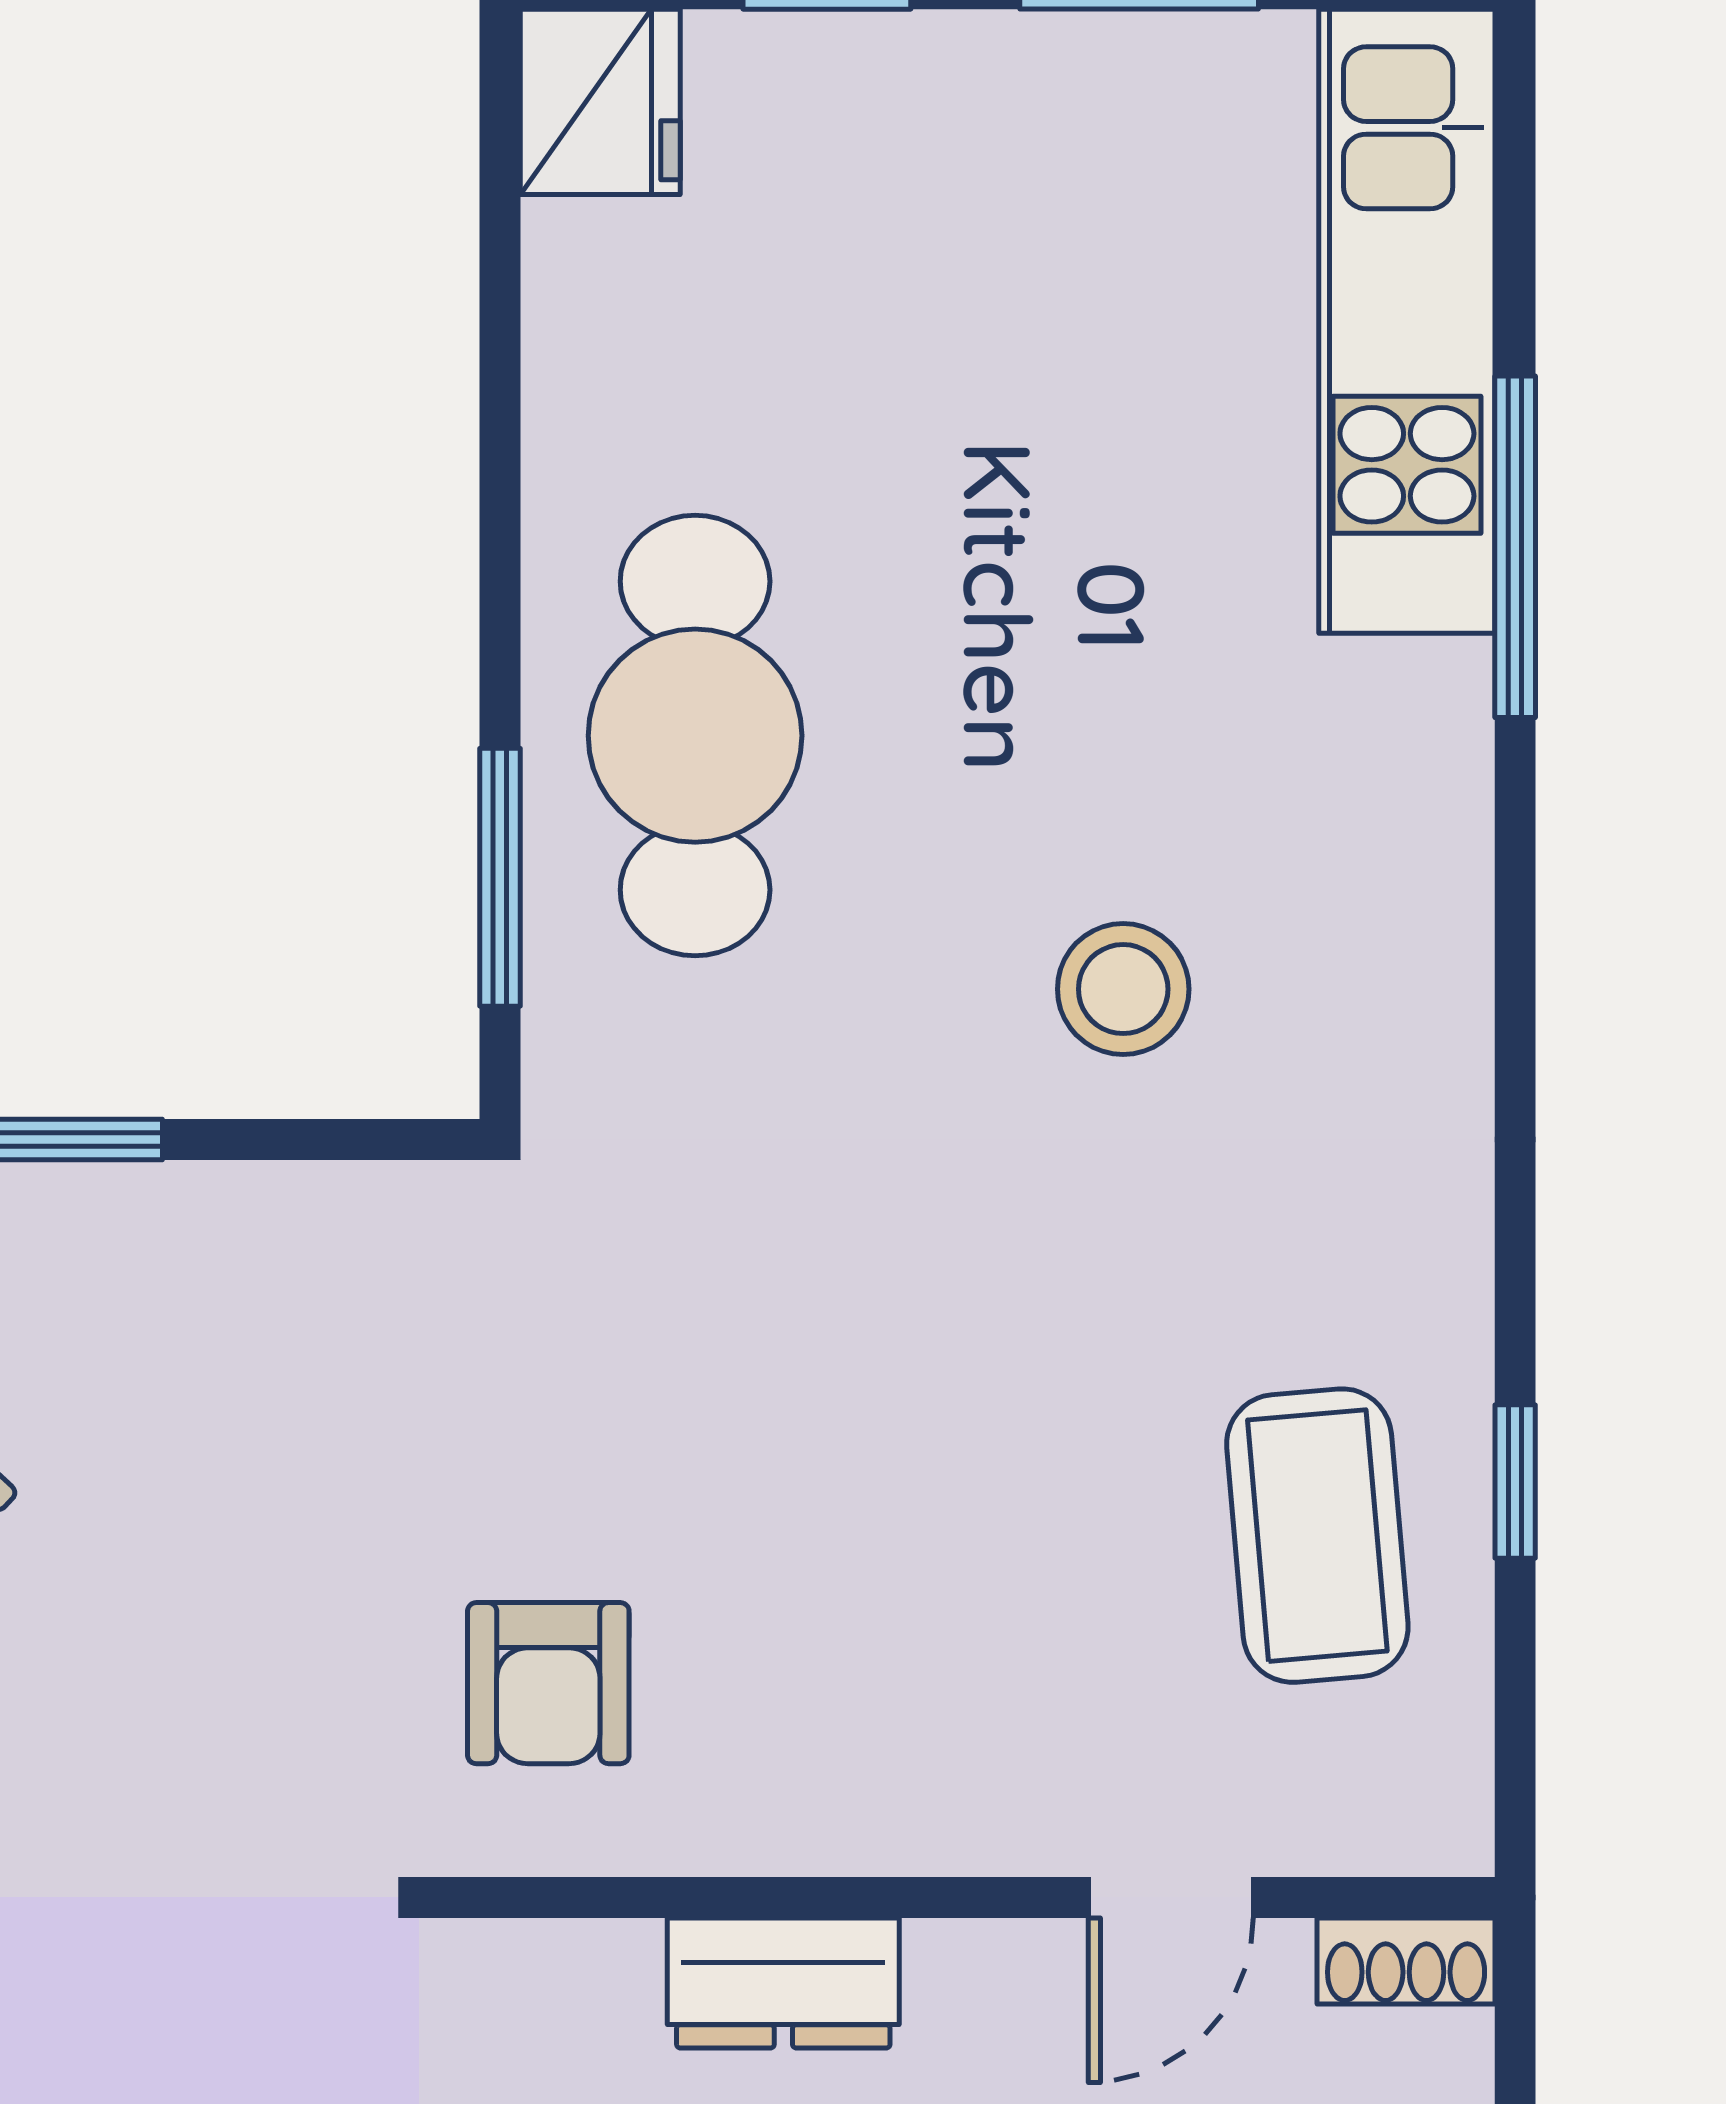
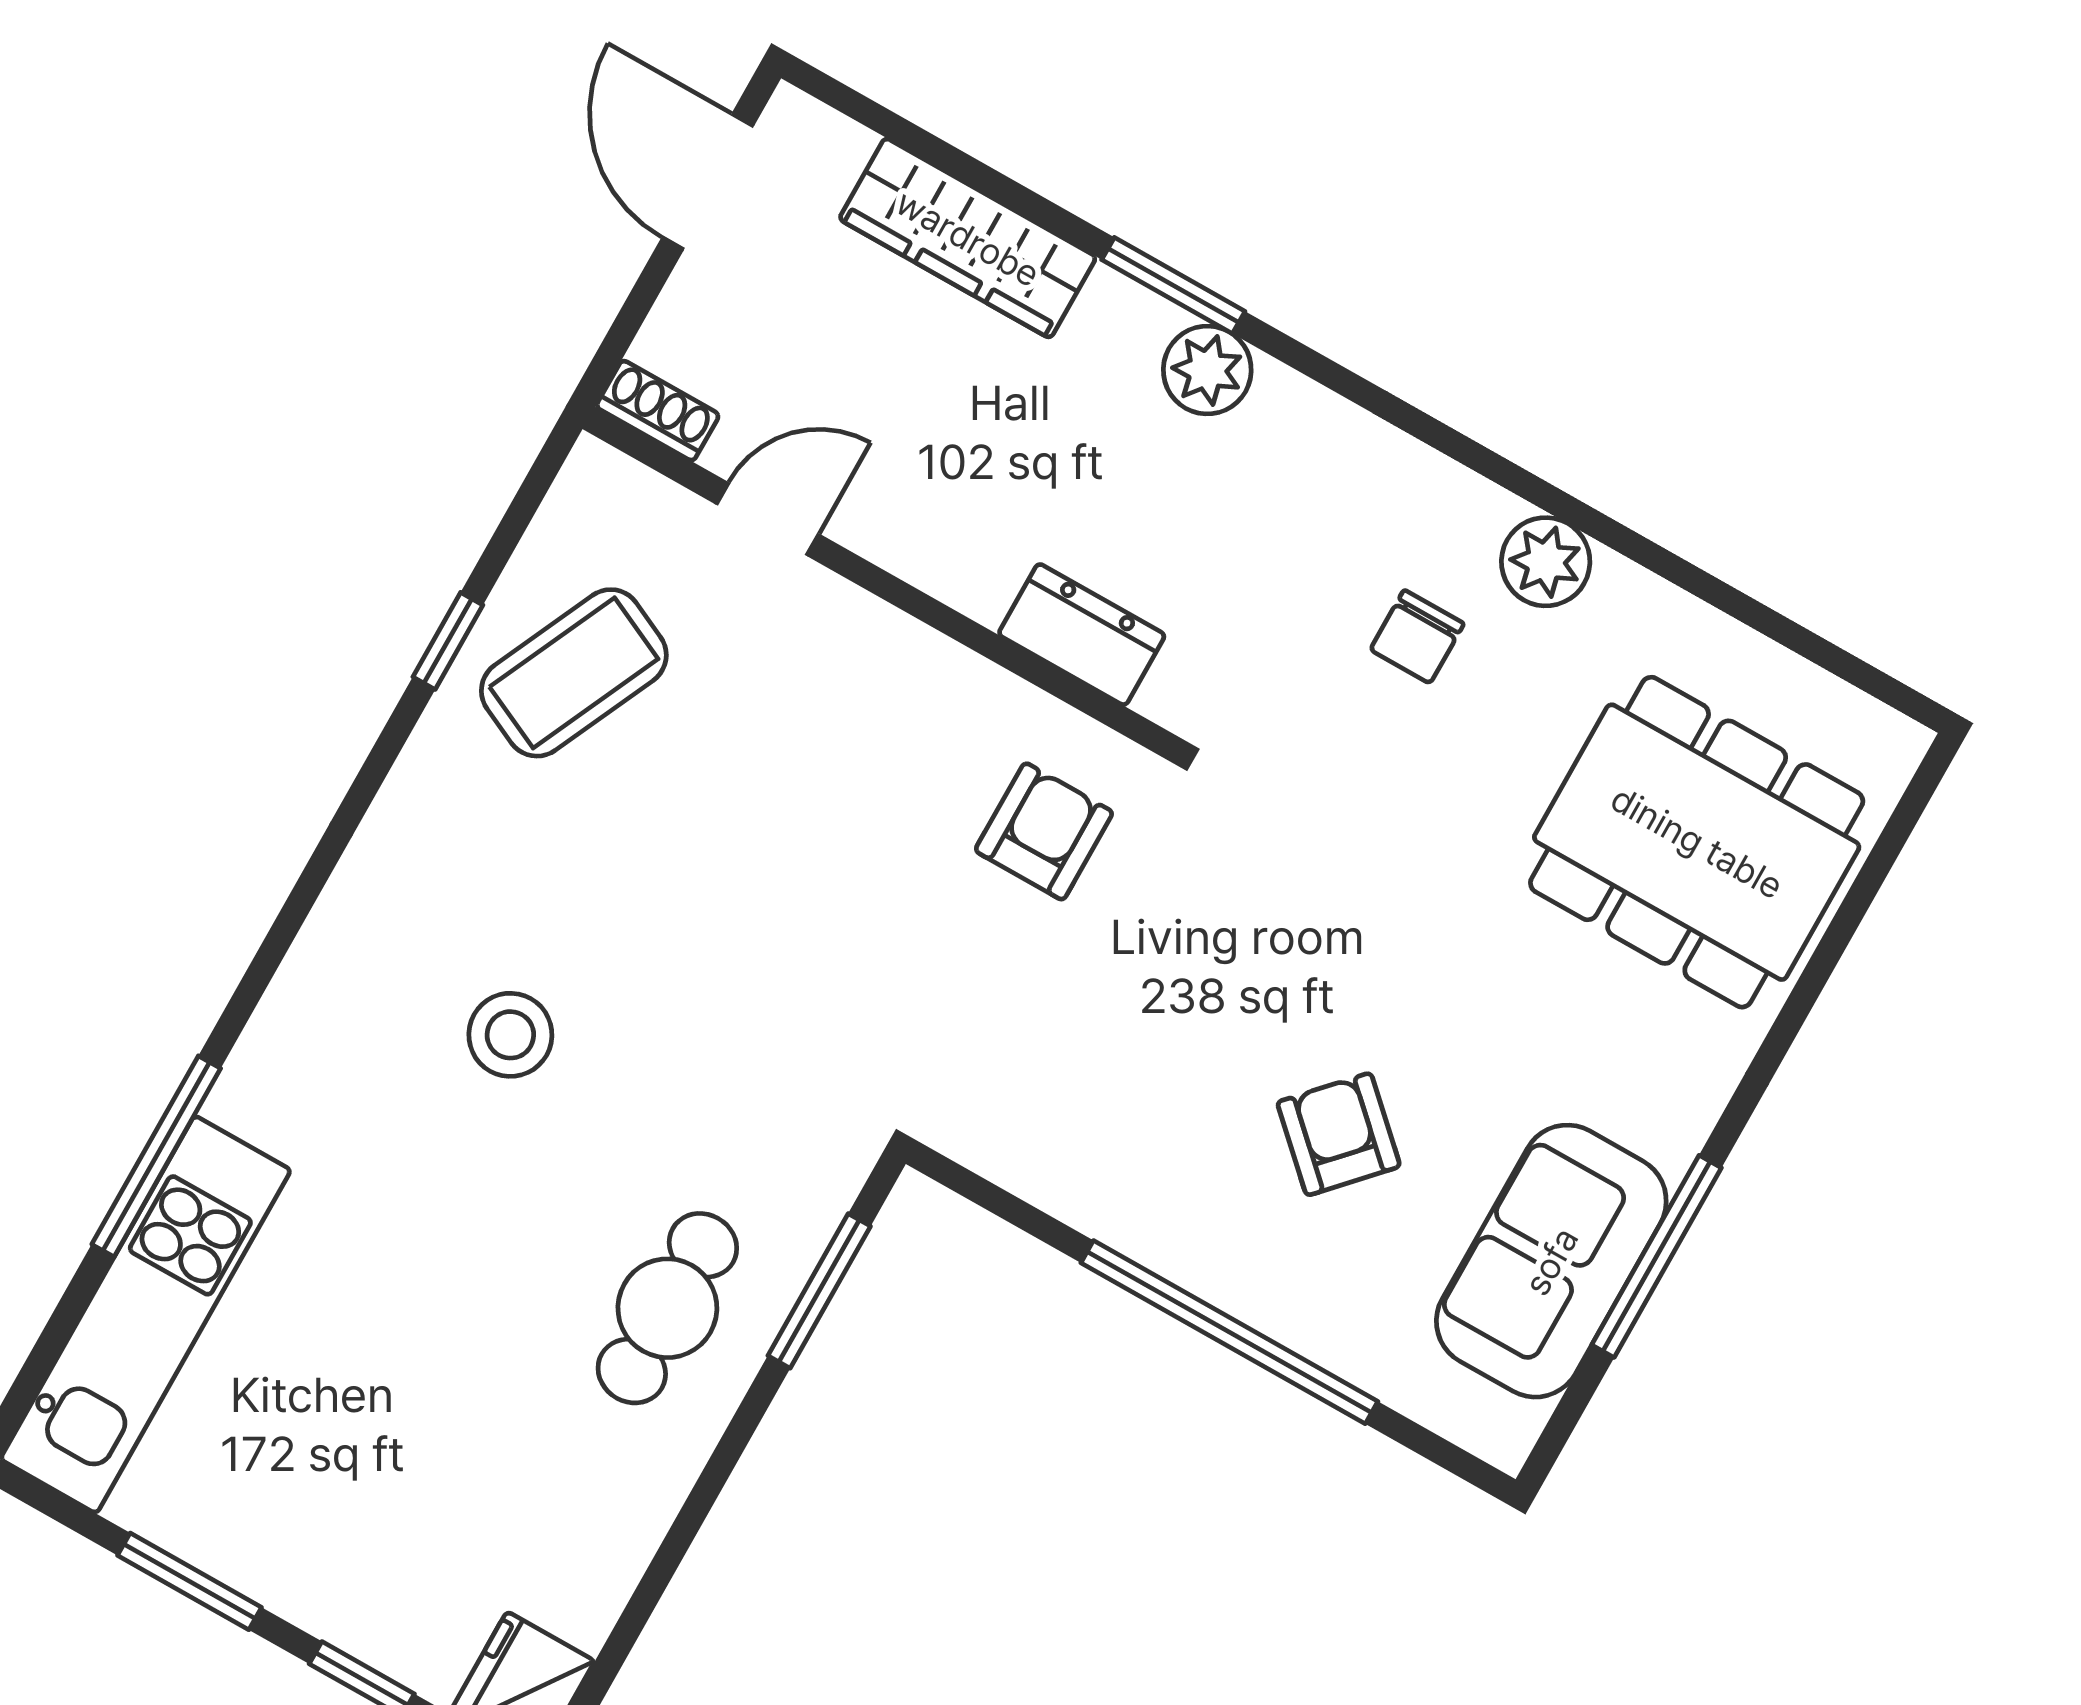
cafe table: (695, 736) -> (667, 1308), width x0.73, depth x0.74
coffee table: (1317, 1536) -> (574, 673), turned 30
dresser: (783, 1983) -> (1082, 635), moved

